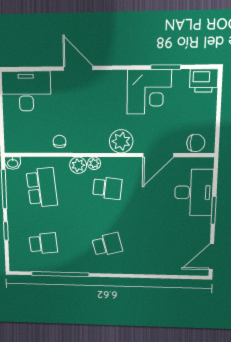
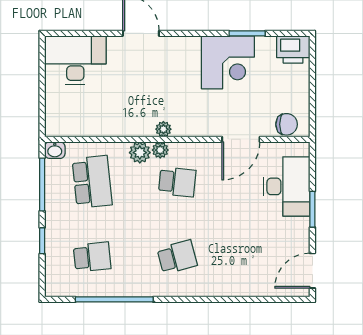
chair: (60, 141) -> (116, 122), removed
plant: (121, 141) -> (163, 129), moved, width x0.53, depth x0.53

